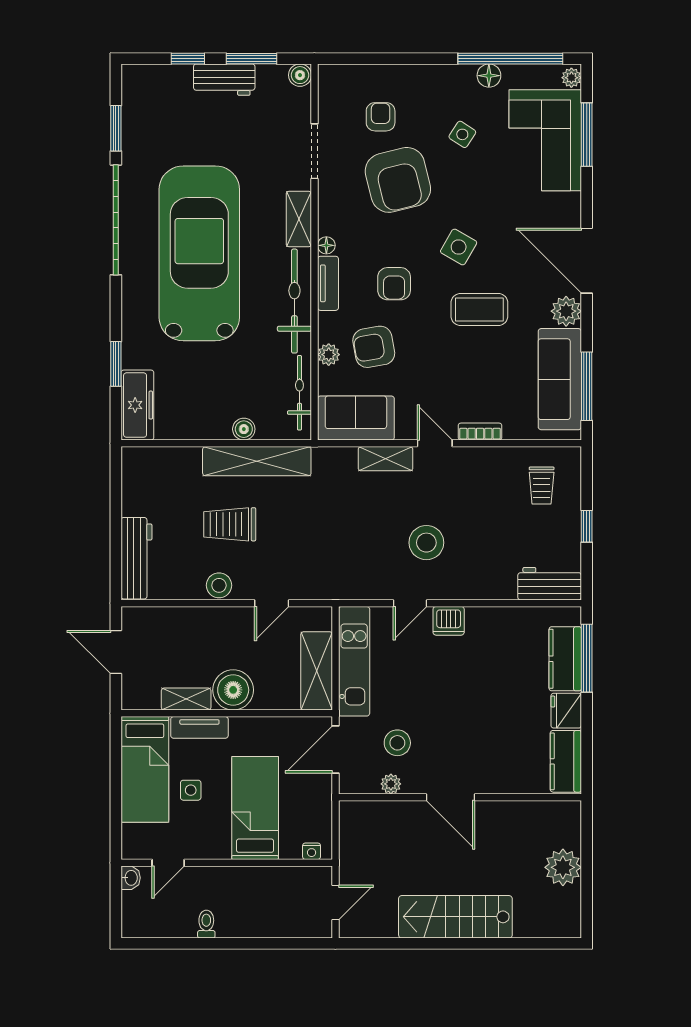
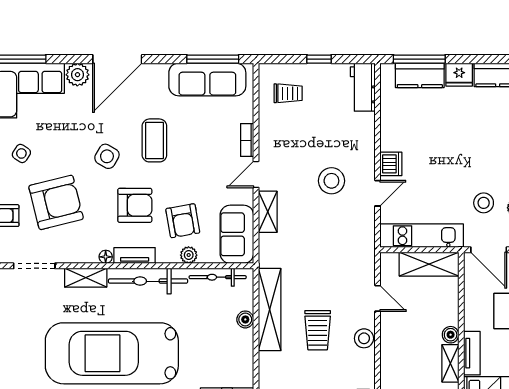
armchair: (394, 284) -> (135, 205), width x1.38, depth x1.38
plant: (566, 311) -> (77, 75), moved
door: (410, 603) -> (378, 193), hinge flipped
boiler: (233, 690) -> (451, 335), width x0.54, depth x0.54

